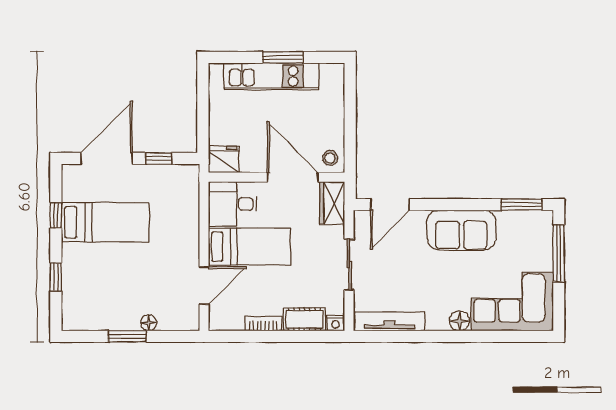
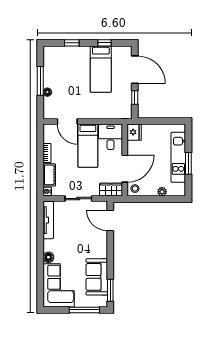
plant: (336, 107) -> (162, 192), added
sofa: (461, 230) -> (97, 277), moved
window: (127, 336) -> (40, 81), width x1.44

